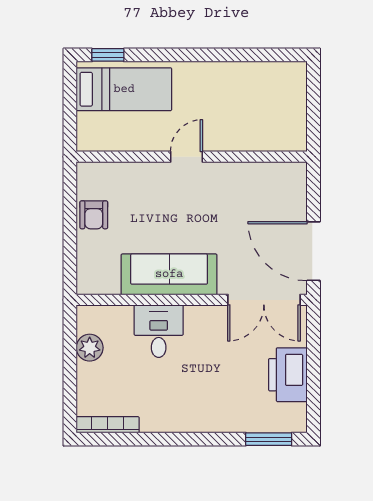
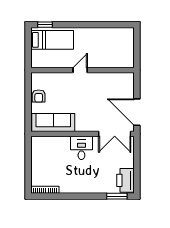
sofa: (169, 274) -> (53, 123), moved
desk: (159, 331) -> (81, 148), moved
plant: (90, 348) -> (37, 155), removed
printer: (288, 375) -> (125, 180), moved

